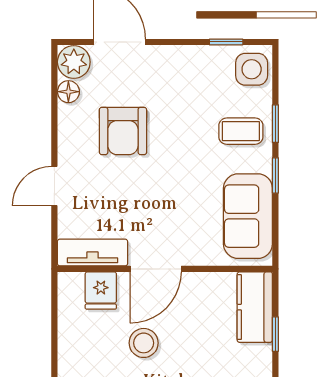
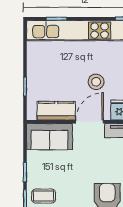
sofa: (248, 216) -> (49, 137), moved, turned 90
kitchen counter: (255, 307) -> (56, 111), moved, turned -90

